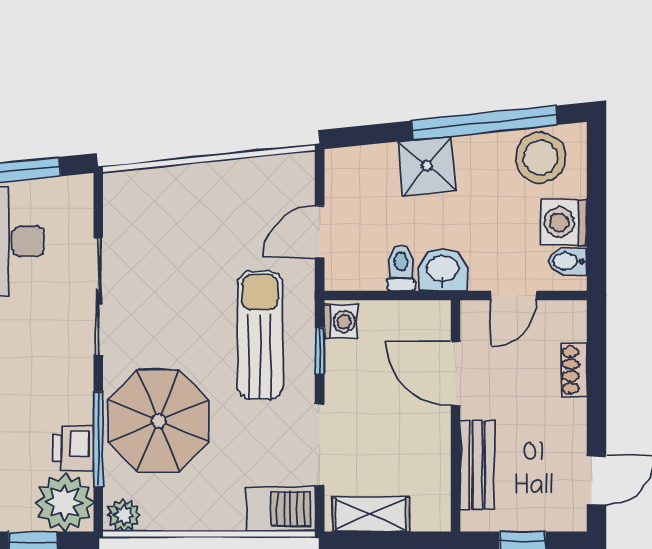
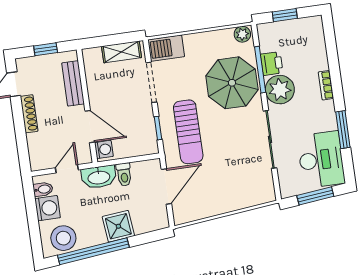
door: (320, 232) -> (166, 186), width x1.38
washbasin: (443, 270) -> (99, 177), width x1.38
washing machine: (341, 322) -> (104, 149), moved, turned 180
shoe rack: (574, 370) -> (29, 114), moved, width x1.43
plant: (64, 502) -> (280, 90), moved

